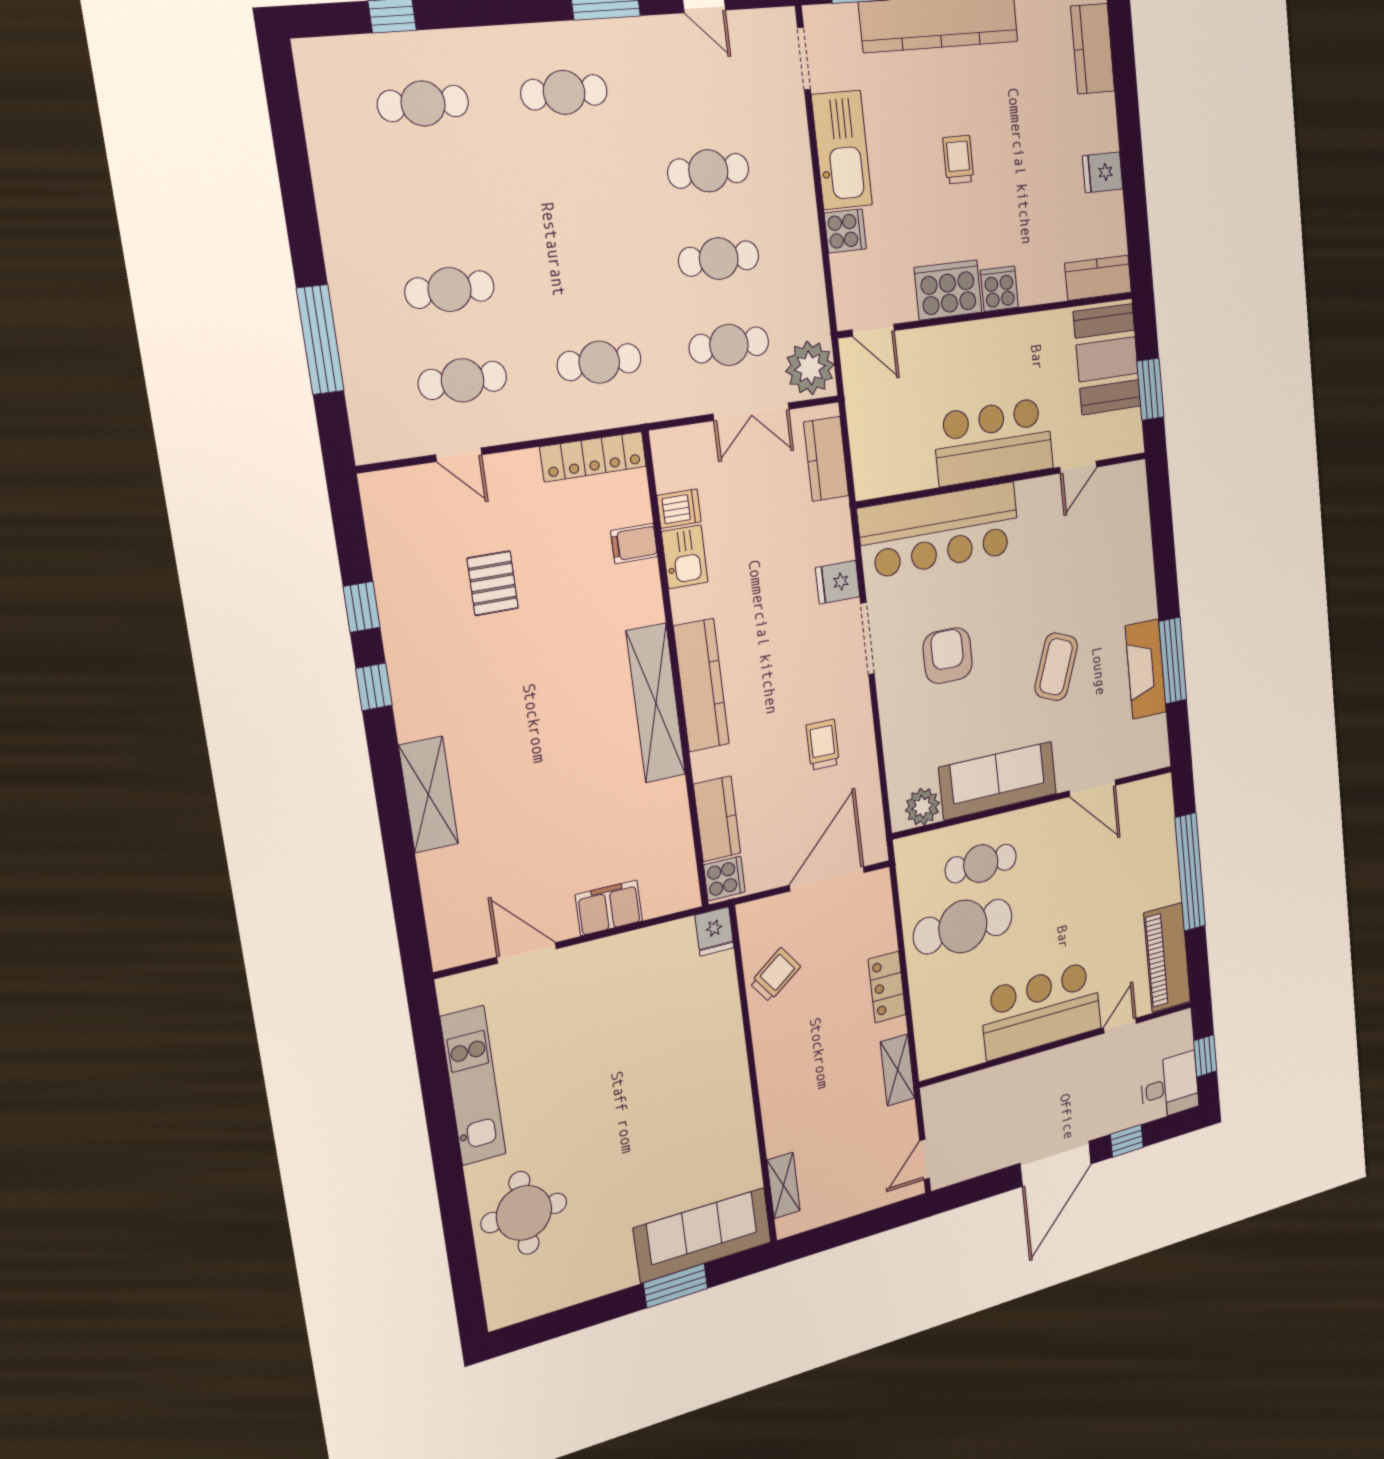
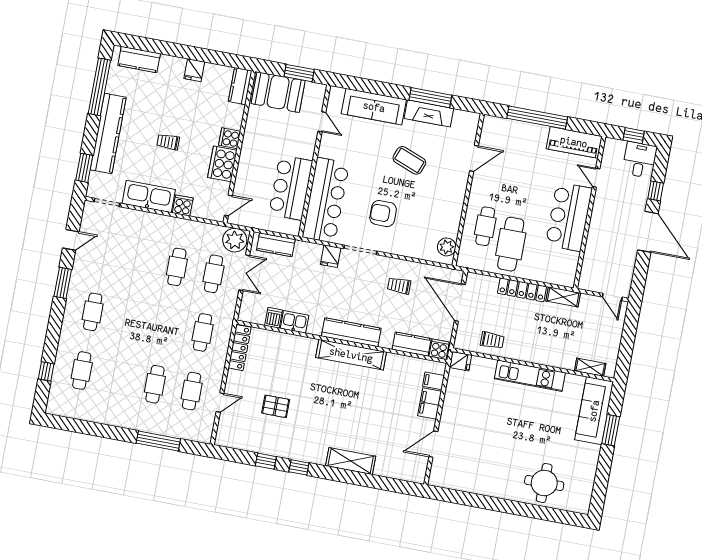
cafe table: (708, 171) -> (140, 260), removed
bar counter: (993, 442) -> (291, 188), moved
filing cabinet: (634, 544) -> (434, 381), moved, turned 90
sofa: (998, 781) -> (374, 107), moved, turned -90
trolley: (775, 975) -> (492, 340), turned 127
locker: (887, 987) -> (522, 290), width x1.53
kitchen unit: (473, 1086) -> (530, 376), moved, turned 180

